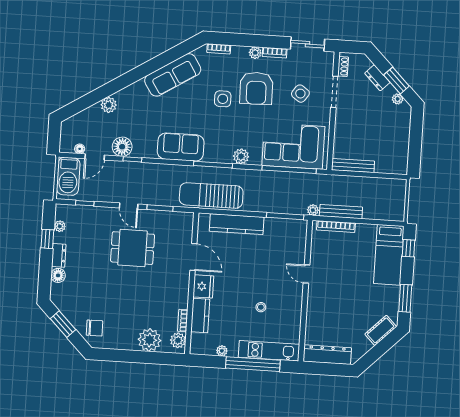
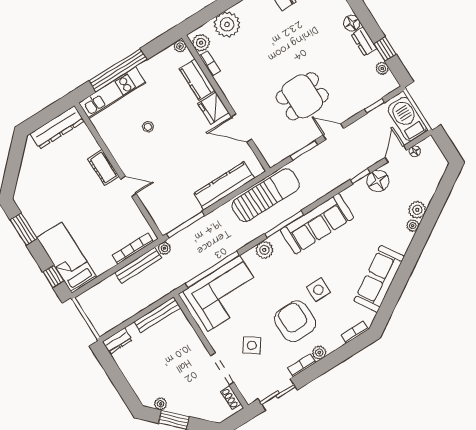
dresser: (377, 78) -> (117, 341), moved, turned 135
plant: (120, 96) -> (413, 226), added
sofa: (181, 147) -> (317, 224), width x1.36
cot: (381, 330) -> (103, 168), moved, turned -45
plant: (222, 351) -> (180, 46), moved

